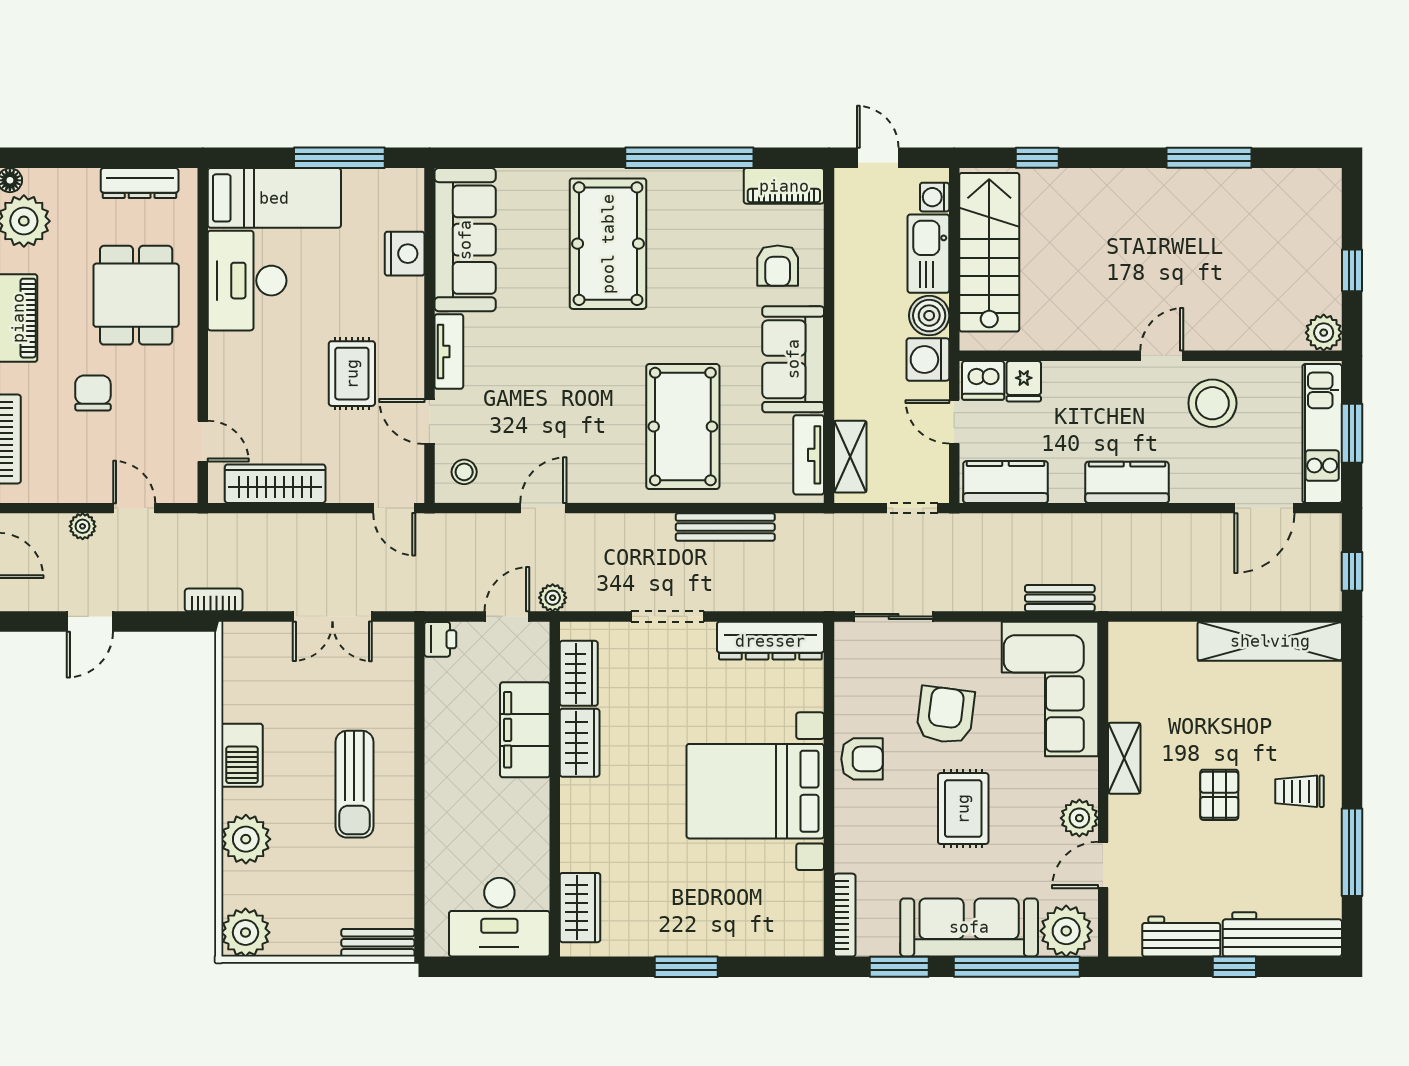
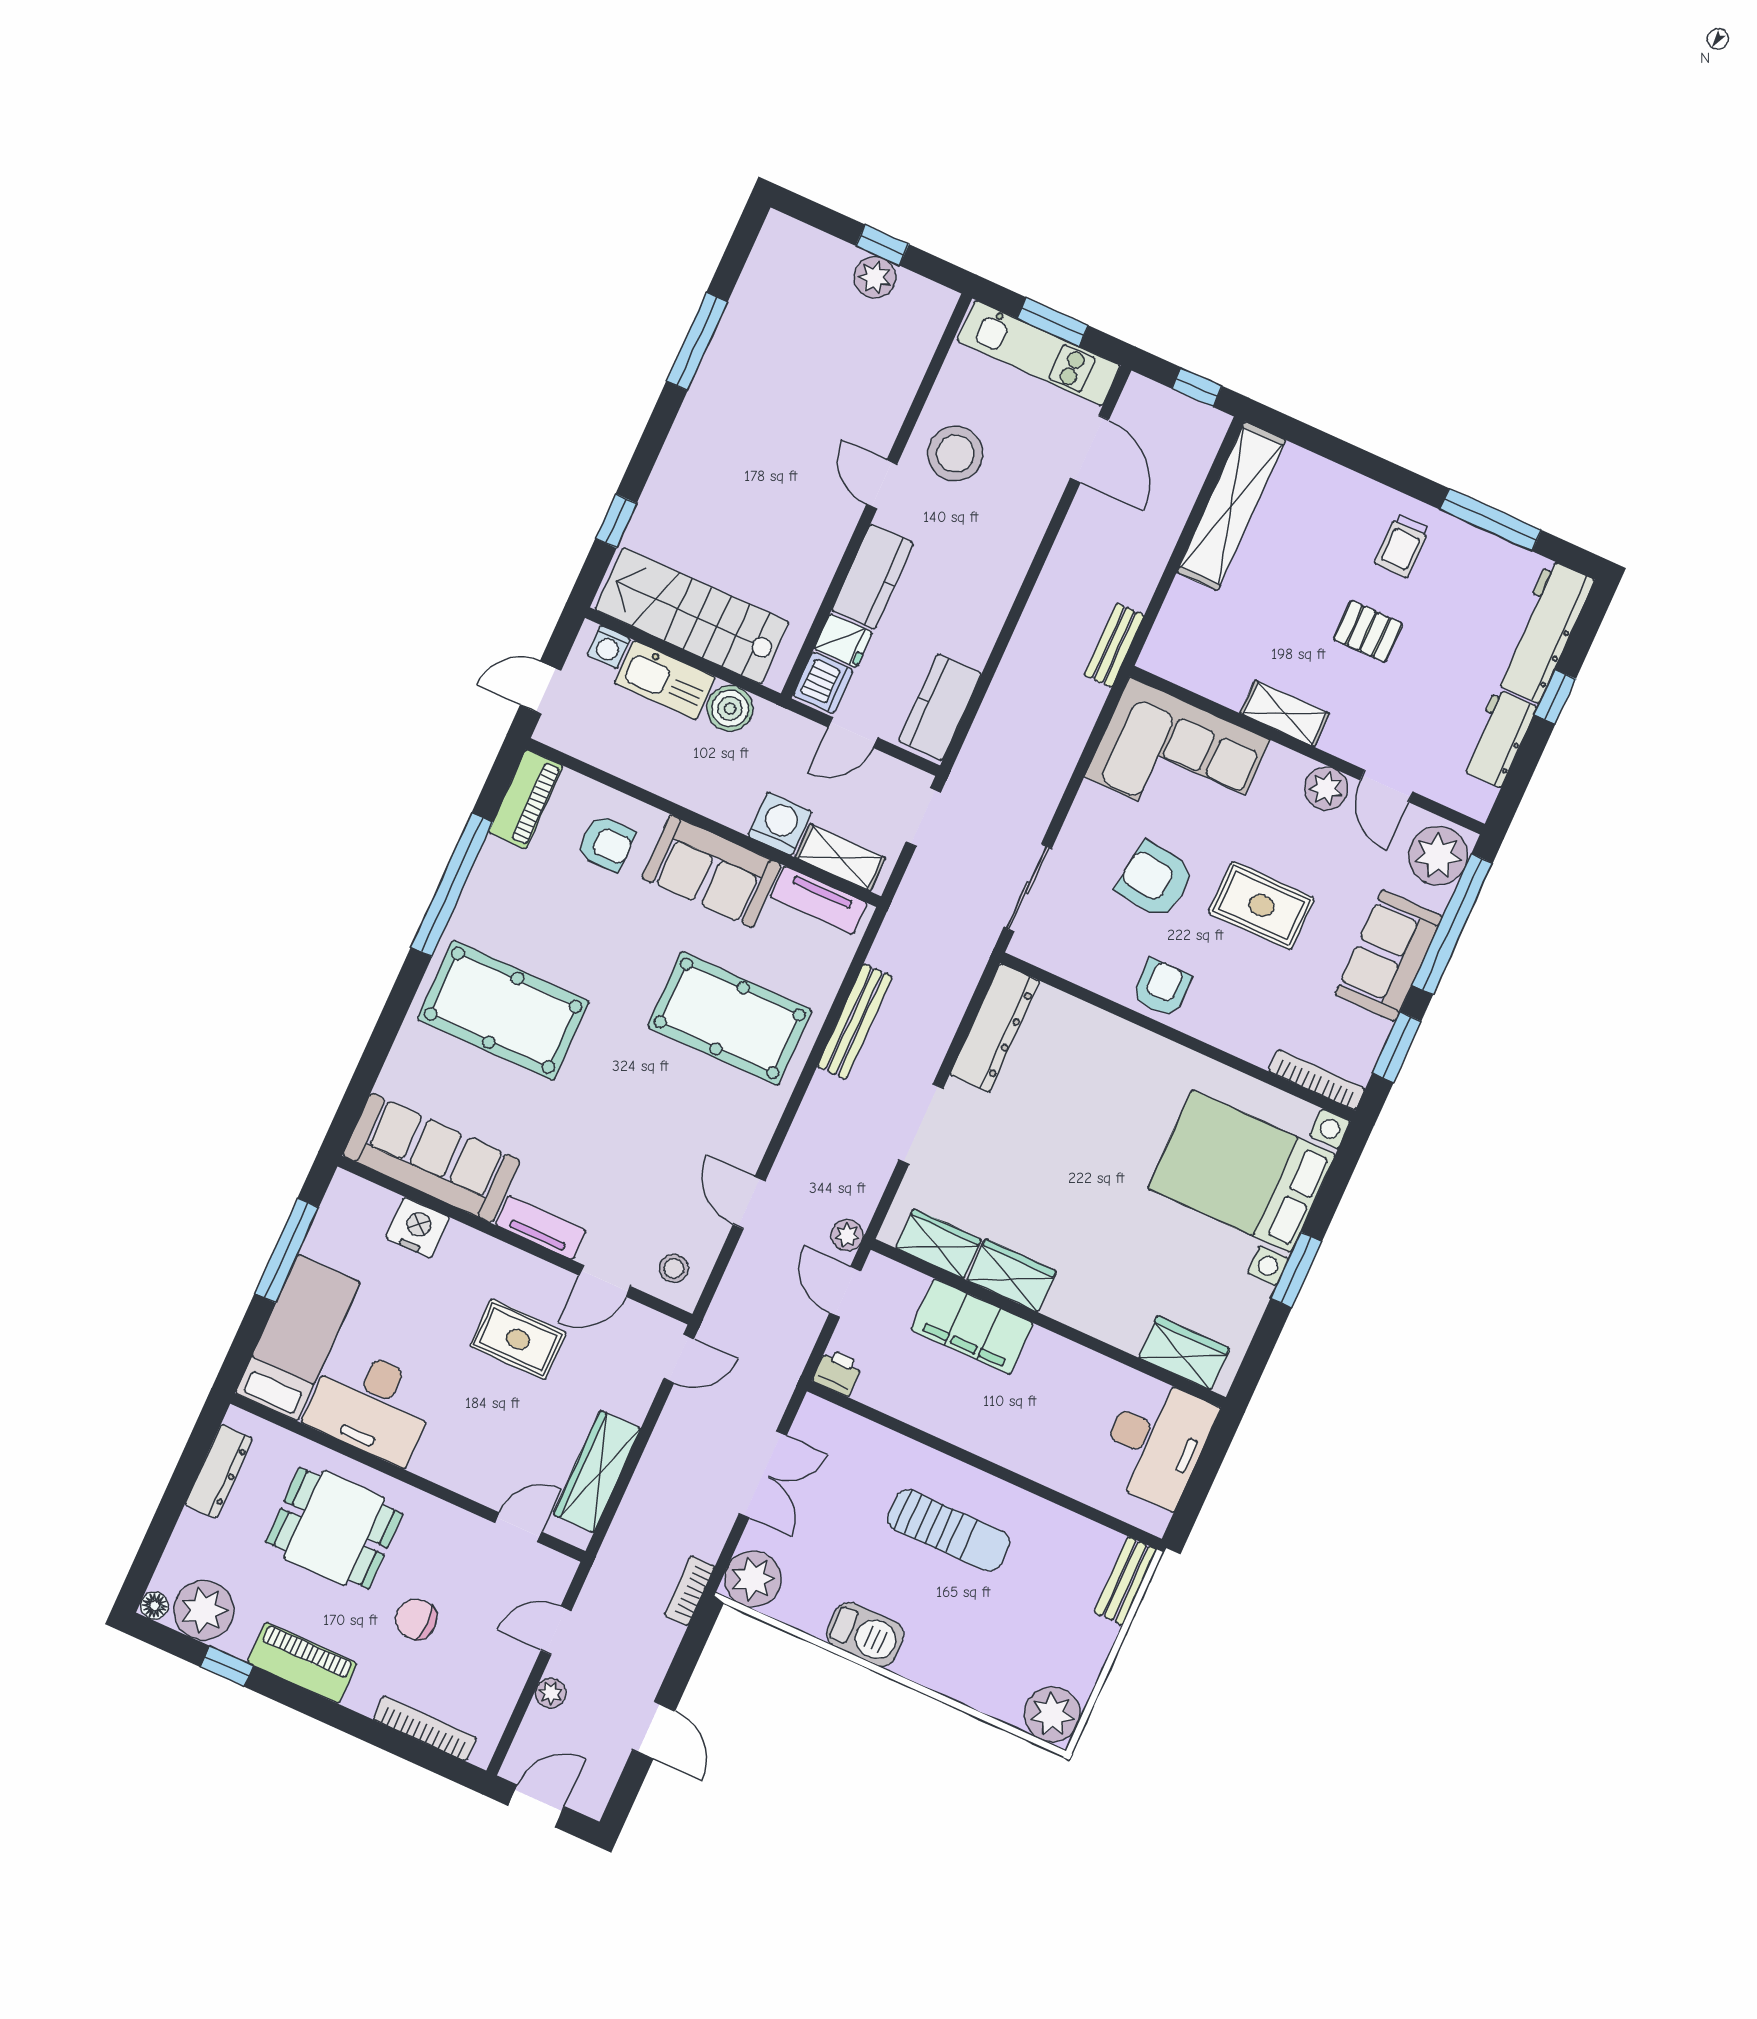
plant: (1324, 333) -> (875, 277), moved
washing machine: (928, 359) -> (780, 824), moved, turned 180
kitchen counter: (1127, 482) -> (873, 577), moved, turned 180
bench: (1060, 598) -> (1114, 645), moved
bed with nightstands: (755, 791) -> (1241, 1171), moved, turned 90
plant: (246, 839) -> (753, 1579), moved
sofa: (969, 927) -> (1389, 956), width x0.73

